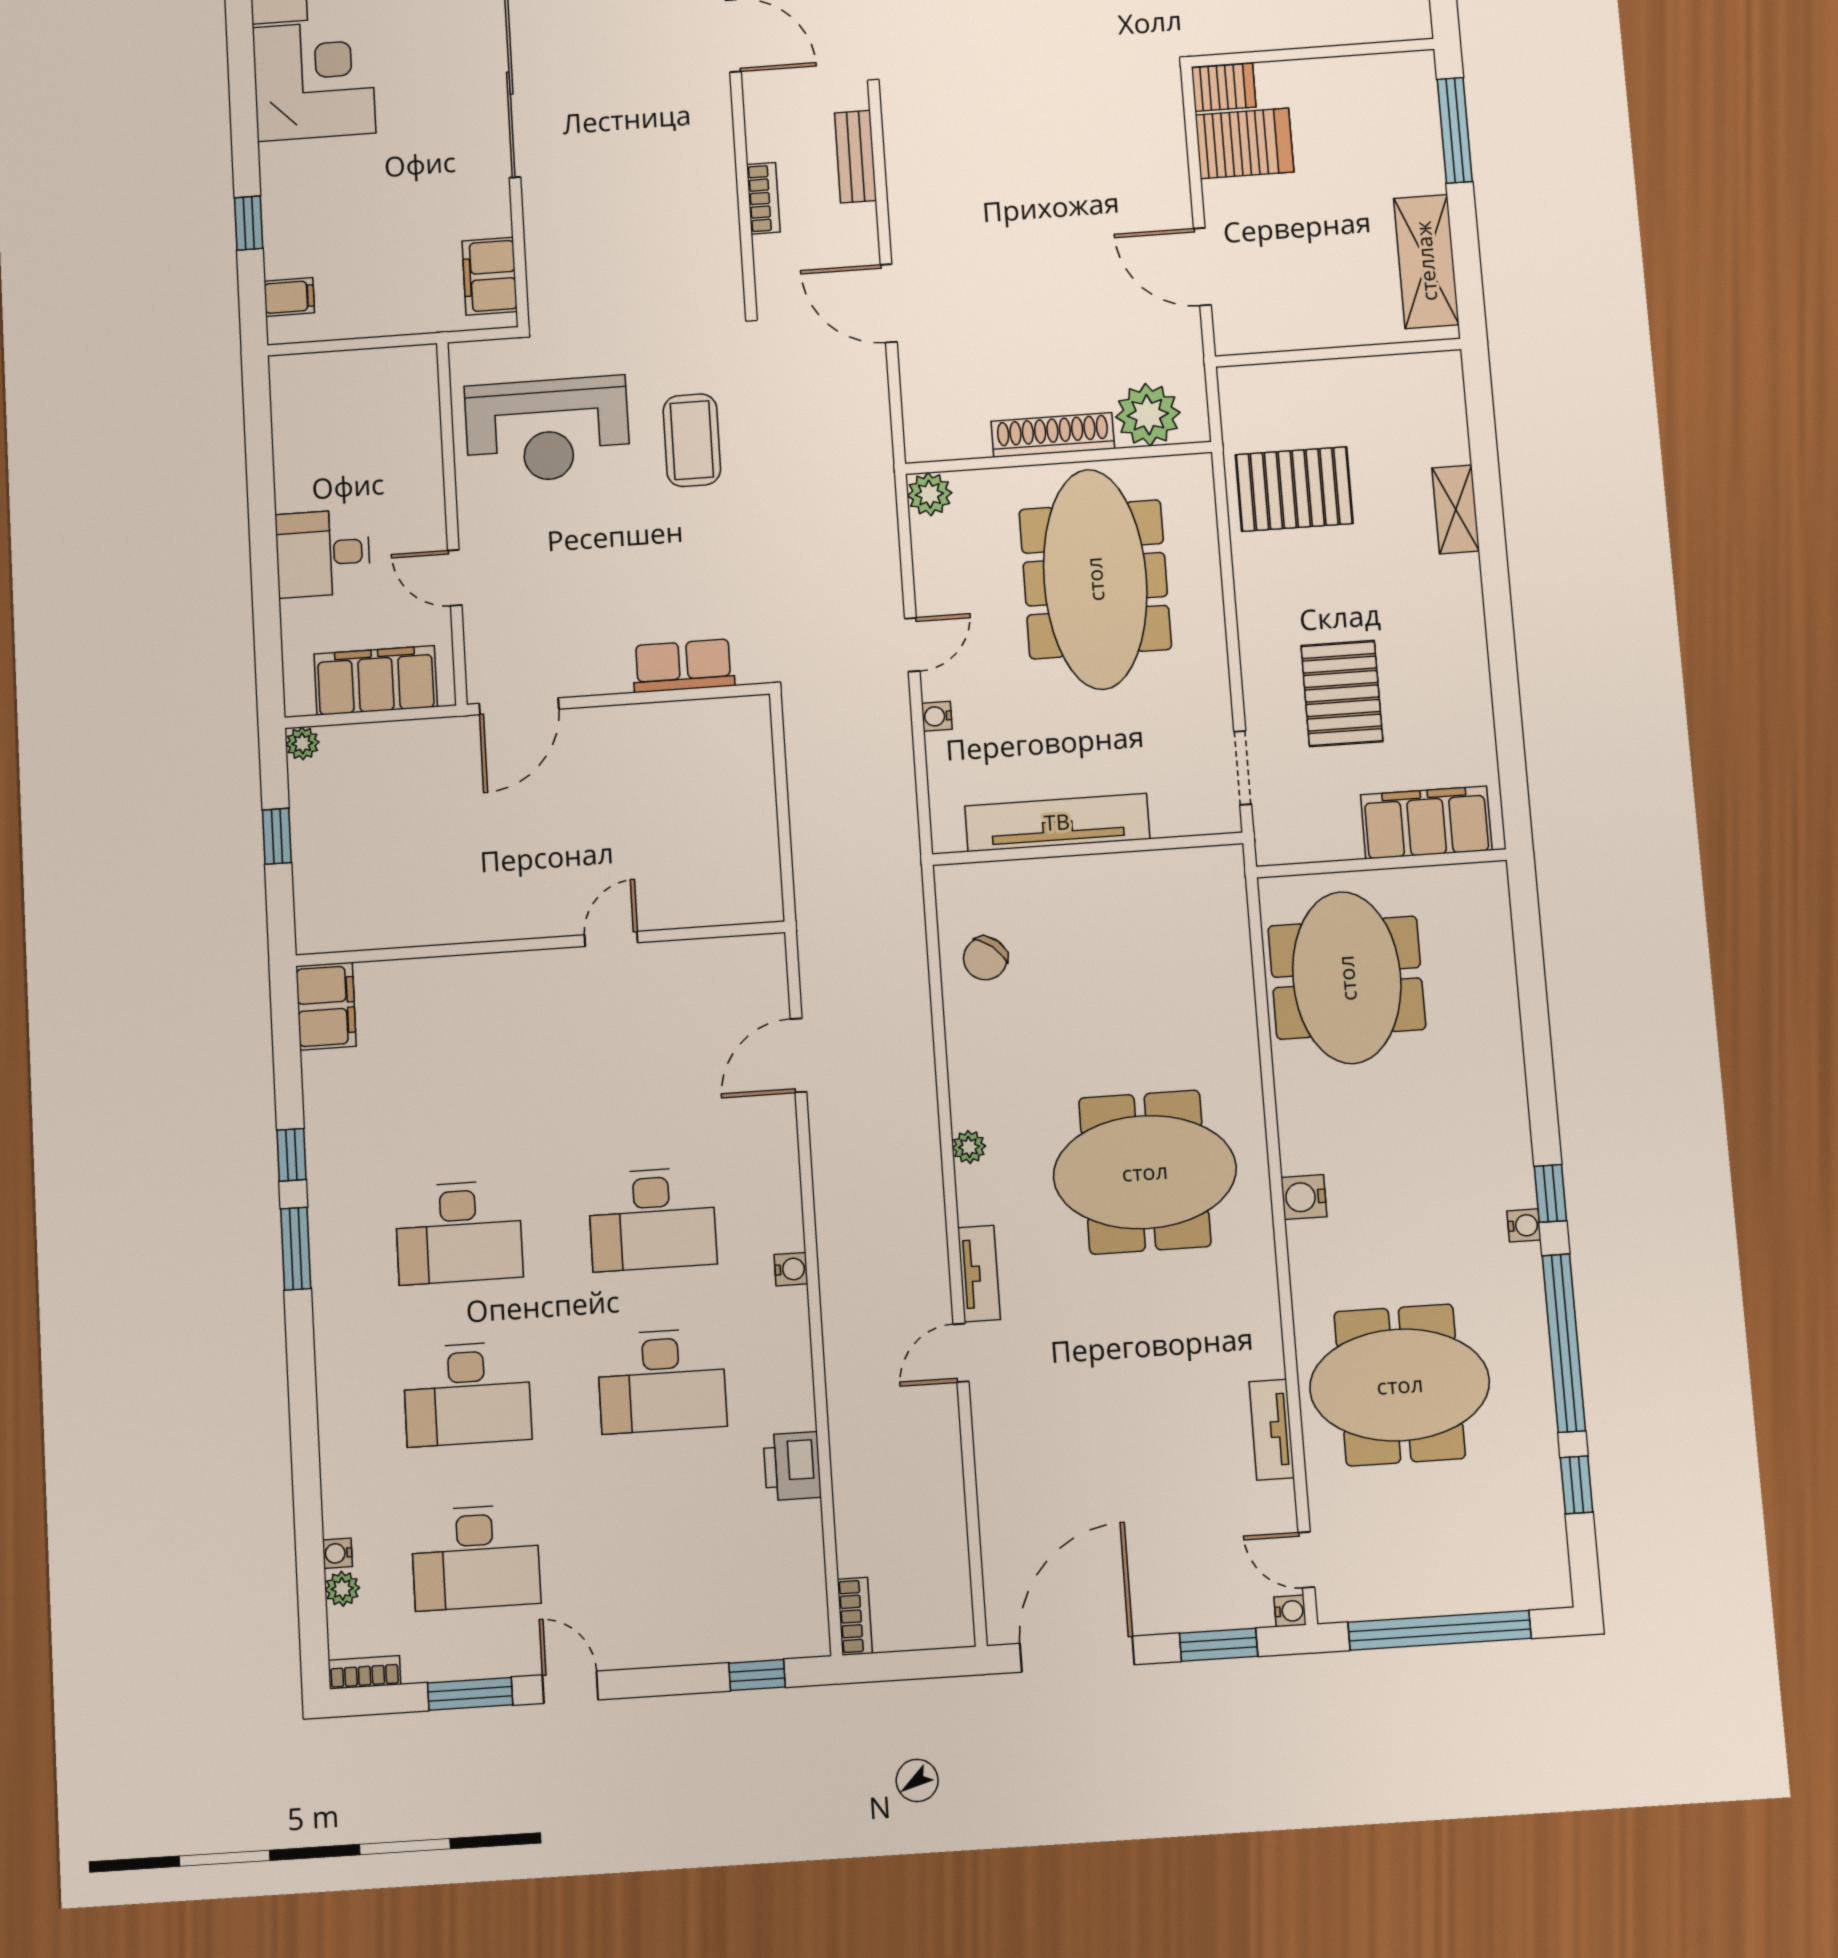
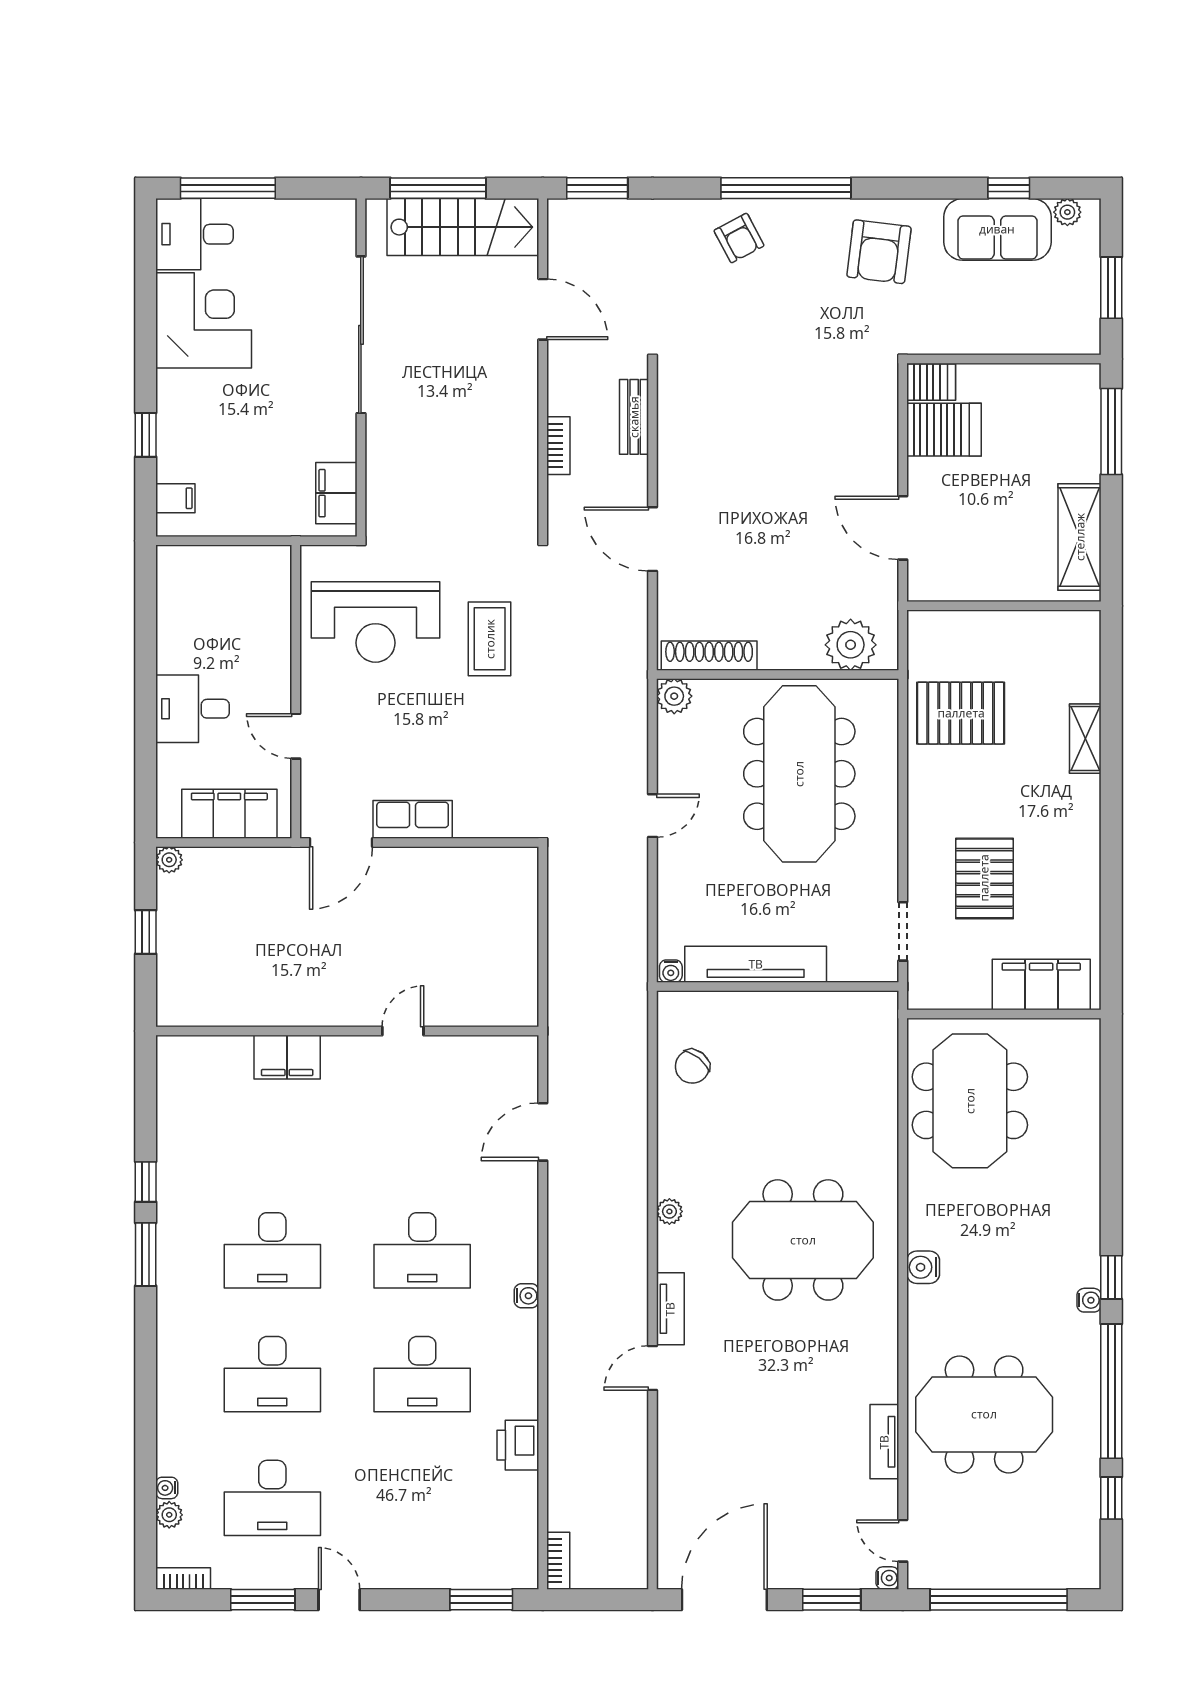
shoe rack: (1053, 435) -> (709, 656), moved
row of seats: (683, 666) -> (413, 819), moved
water cooler: (937, 716) -> (671, 971), moved, turned -90
filing cabinet: (326, 1006) -> (287, 1057), moved, turned 90
window: (757, 1675) -> (481, 1600), width x1.50

